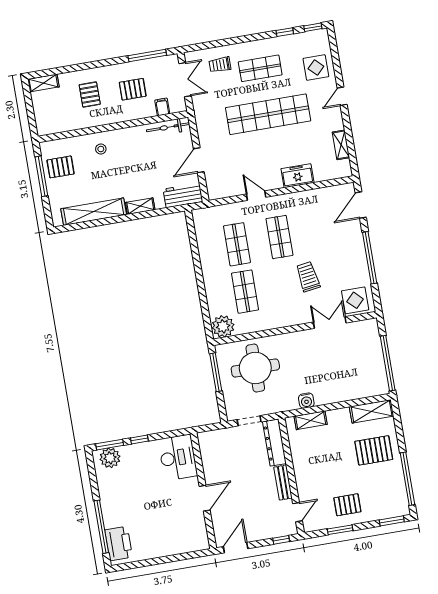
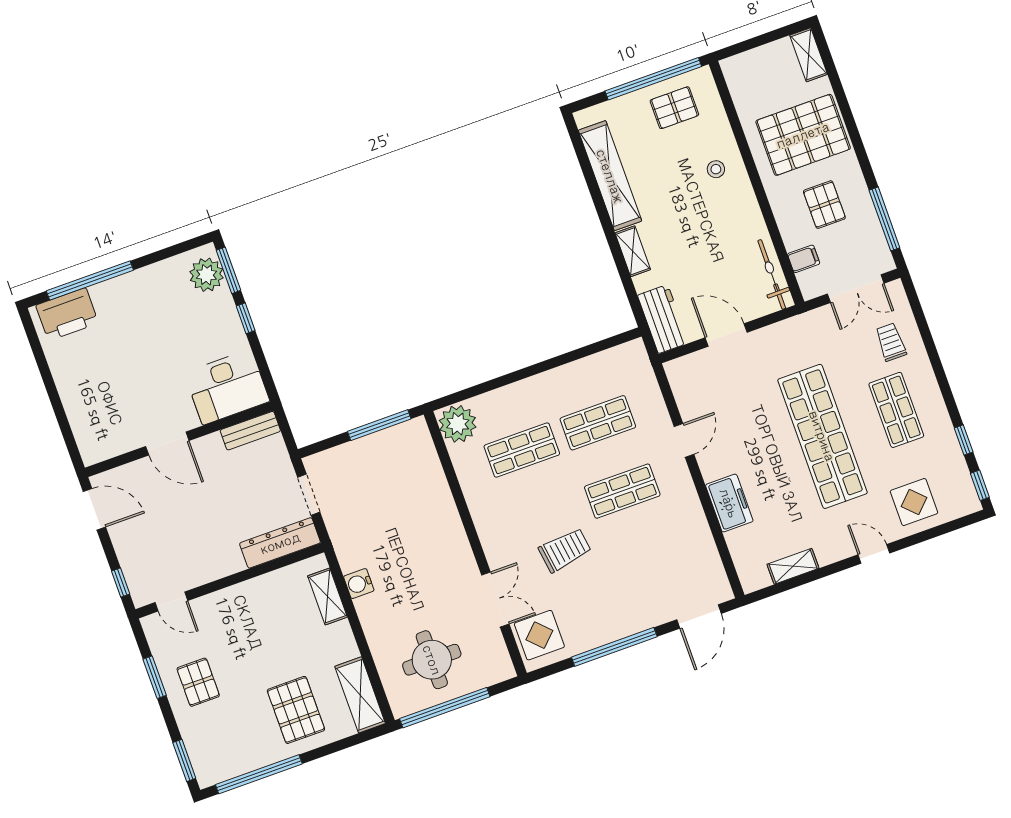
pallet: (90, 94) -> (803, 135), width x2.05, depth x2.00
pallet: (61, 167) -> (674, 108), turned 90
window: (41, 176) -> (653, 79), width x1.46
door: (361, 205) -> (699, 617), swing flipped
round table: (255, 368) -> (432, 660), moved, width x0.73, depth x0.73
bench: (283, 483) -> (250, 431), moved

